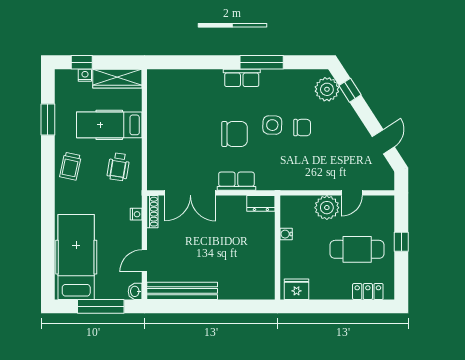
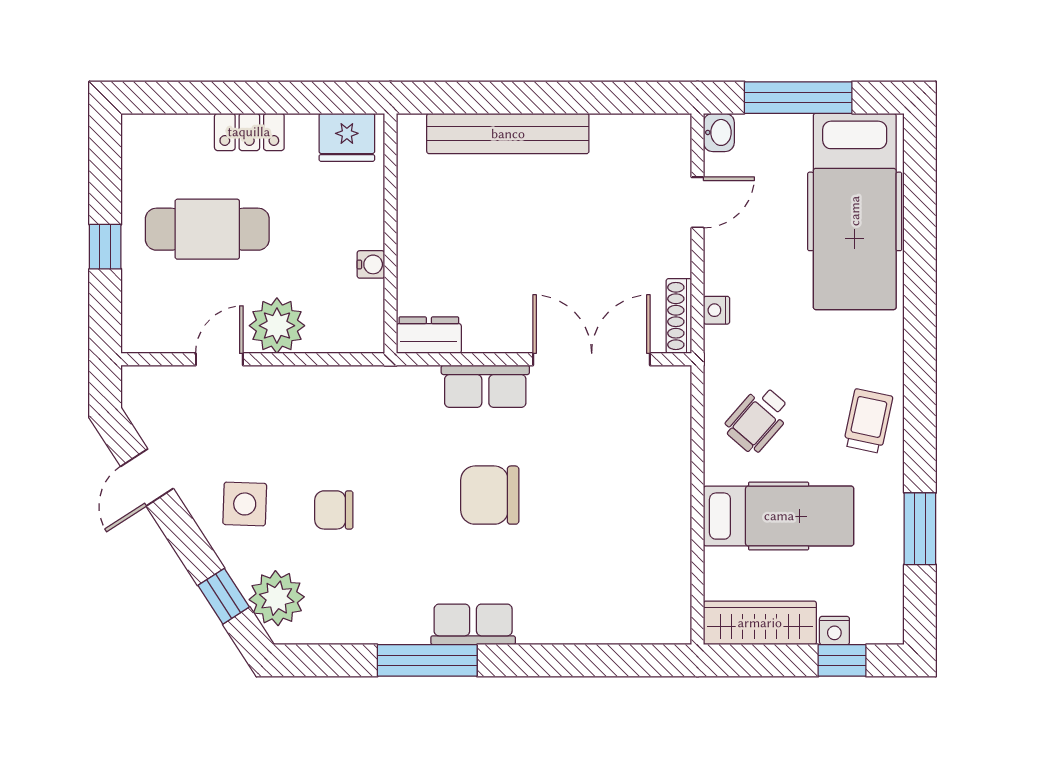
side table: (272, 125) -> (245, 504), moved
wheelchair: (118, 167) -> (758, 420), turned -148
bench: (182, 291) -> (508, 134), moved
locker: (368, 292) -> (249, 132), moved

